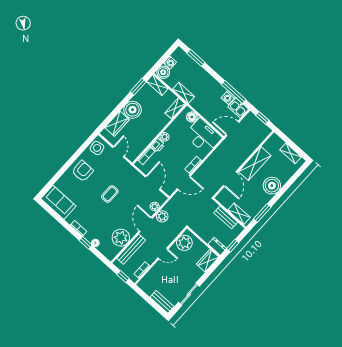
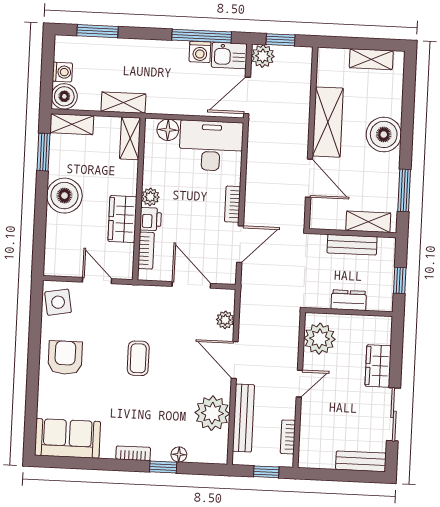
wardrobe: (117, 124) -> (122, 219), moved, turned 180
plant: (162, 216) -> (263, 56), moved
dresser: (217, 246) -> (349, 300), moved
wardrobe: (208, 261) -> (378, 366), moved

